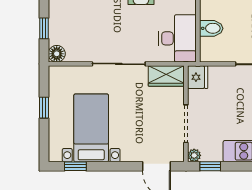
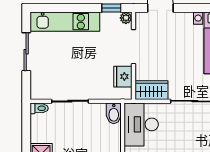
bidet: (211, 28) -> (114, 113), moved, turned -90
fridge: (198, 77) -> (123, 77), moved

